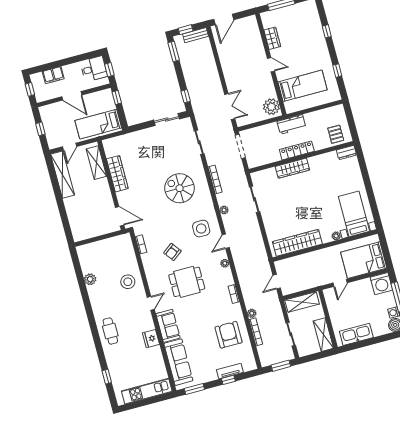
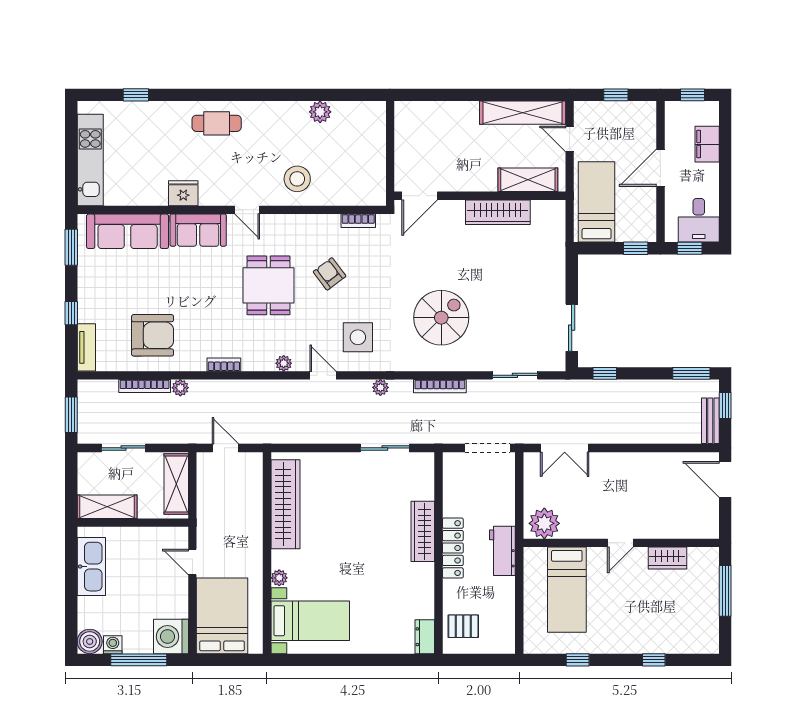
tv unit: (230, 371) -> (86, 347), moved

